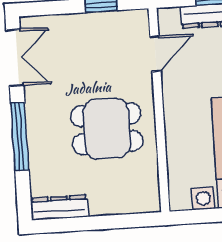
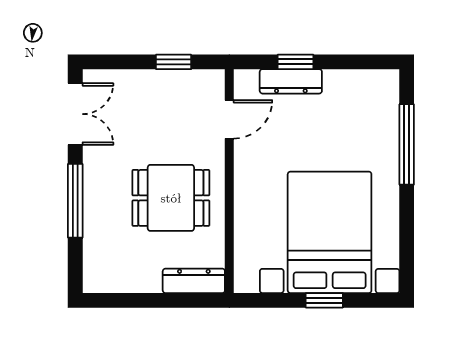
dresser: (59, 207) -> (194, 281), moved

